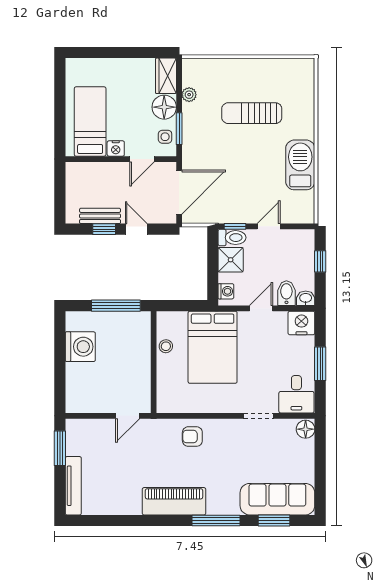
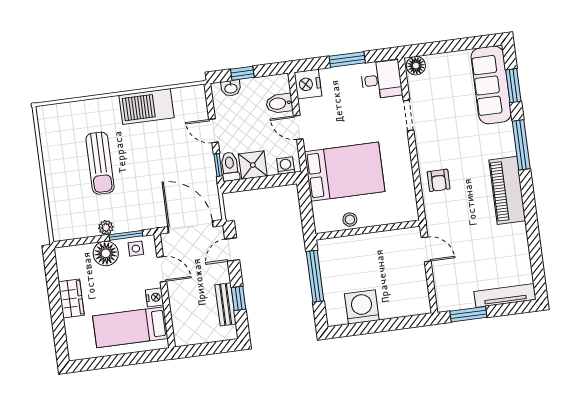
wardrobe: (166, 76) -> (71, 298), moved, turned -90
plant: (189, 95) -> (106, 228), moved
door: (136, 229) -> (232, 250), moved
washbasin: (306, 298) -> (231, 88), moved, turned -90

